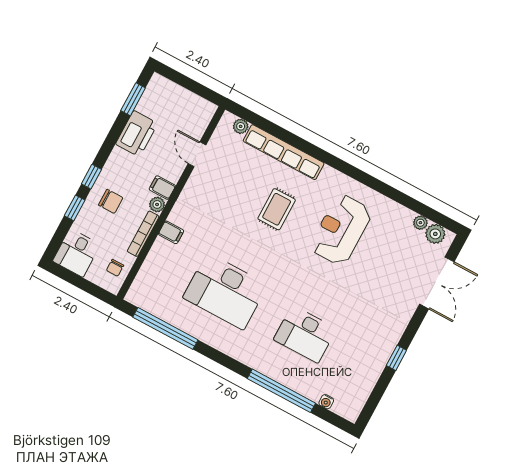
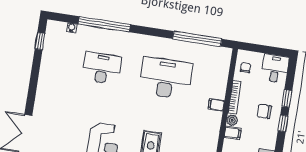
window: (396, 358) -> (40, 41), moved

